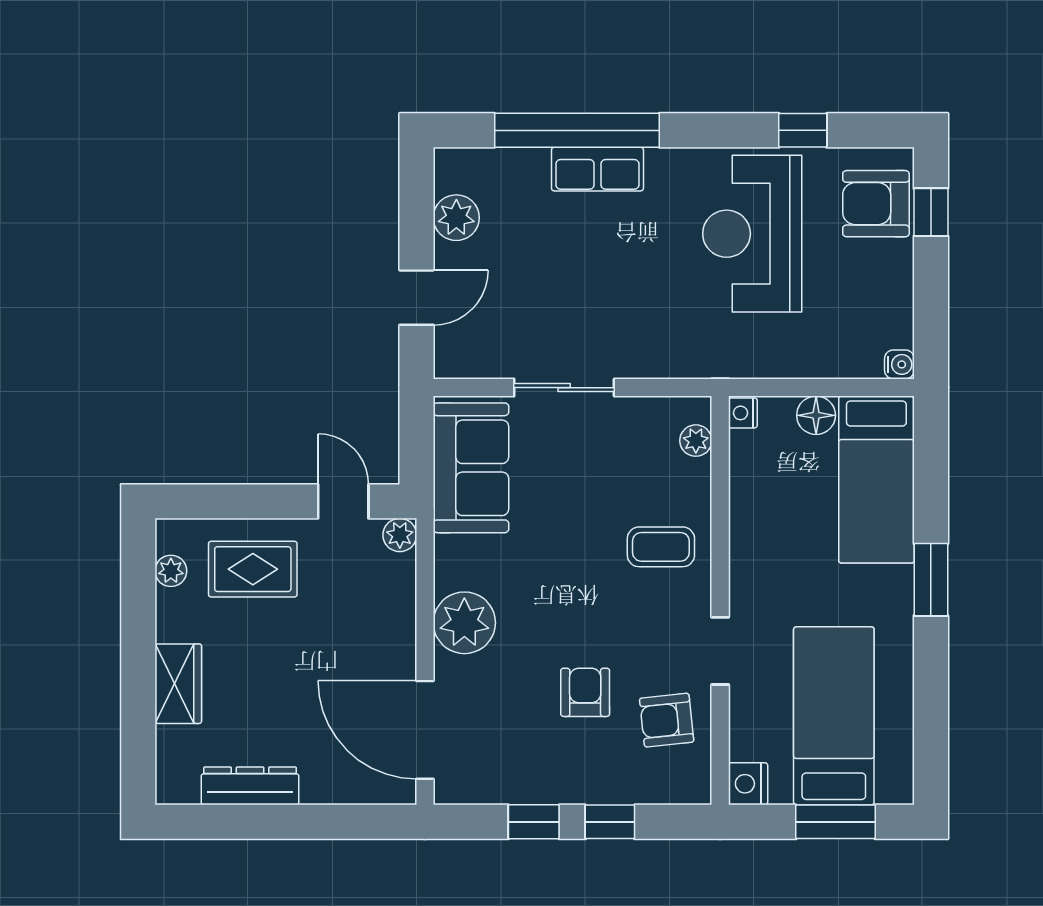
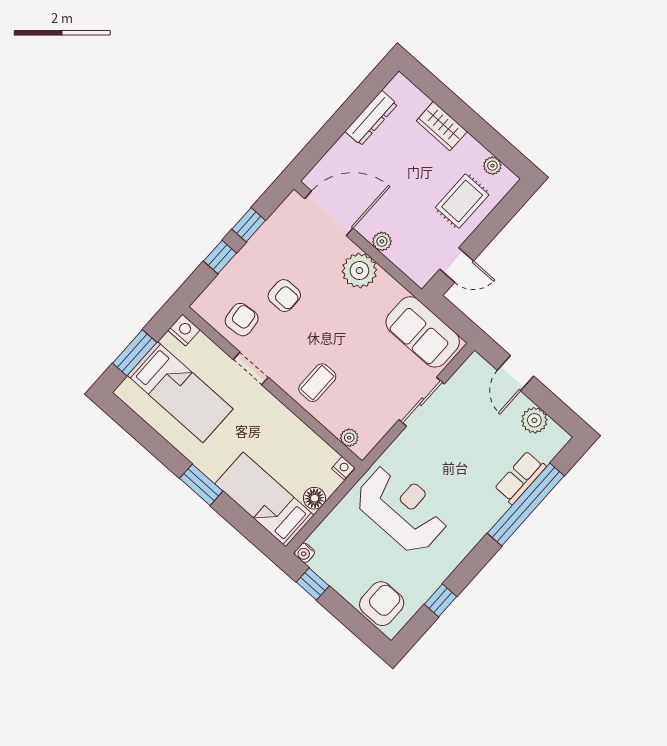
row of seats: (597, 169) -> (520, 478), moved
window: (931, 212) -> (313, 584), moved
reception desk: (752, 234) -> (402, 509), moved
plant: (400, 535) -> (382, 241), moved

